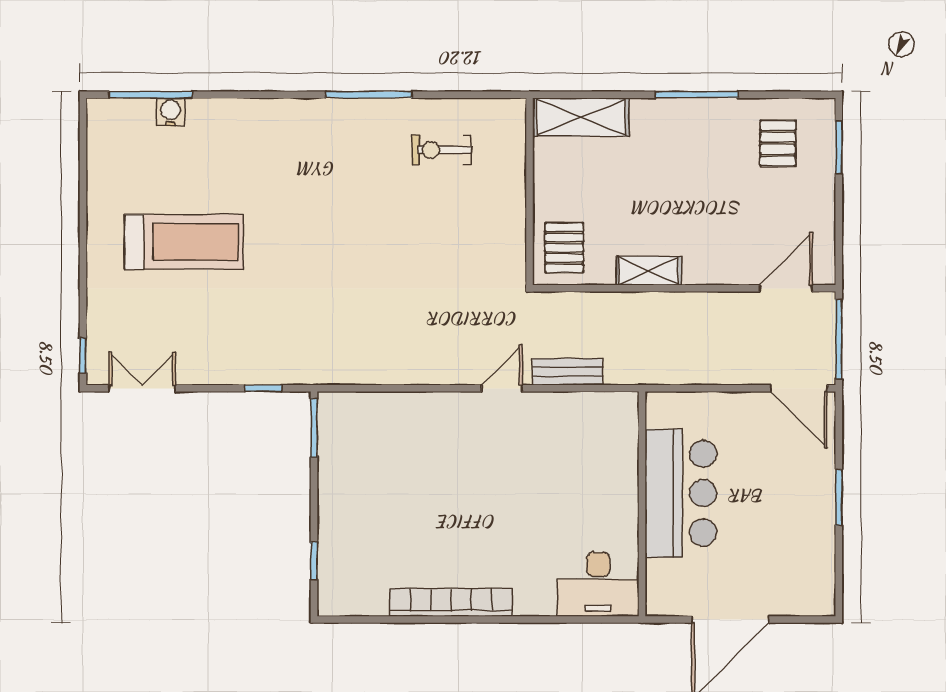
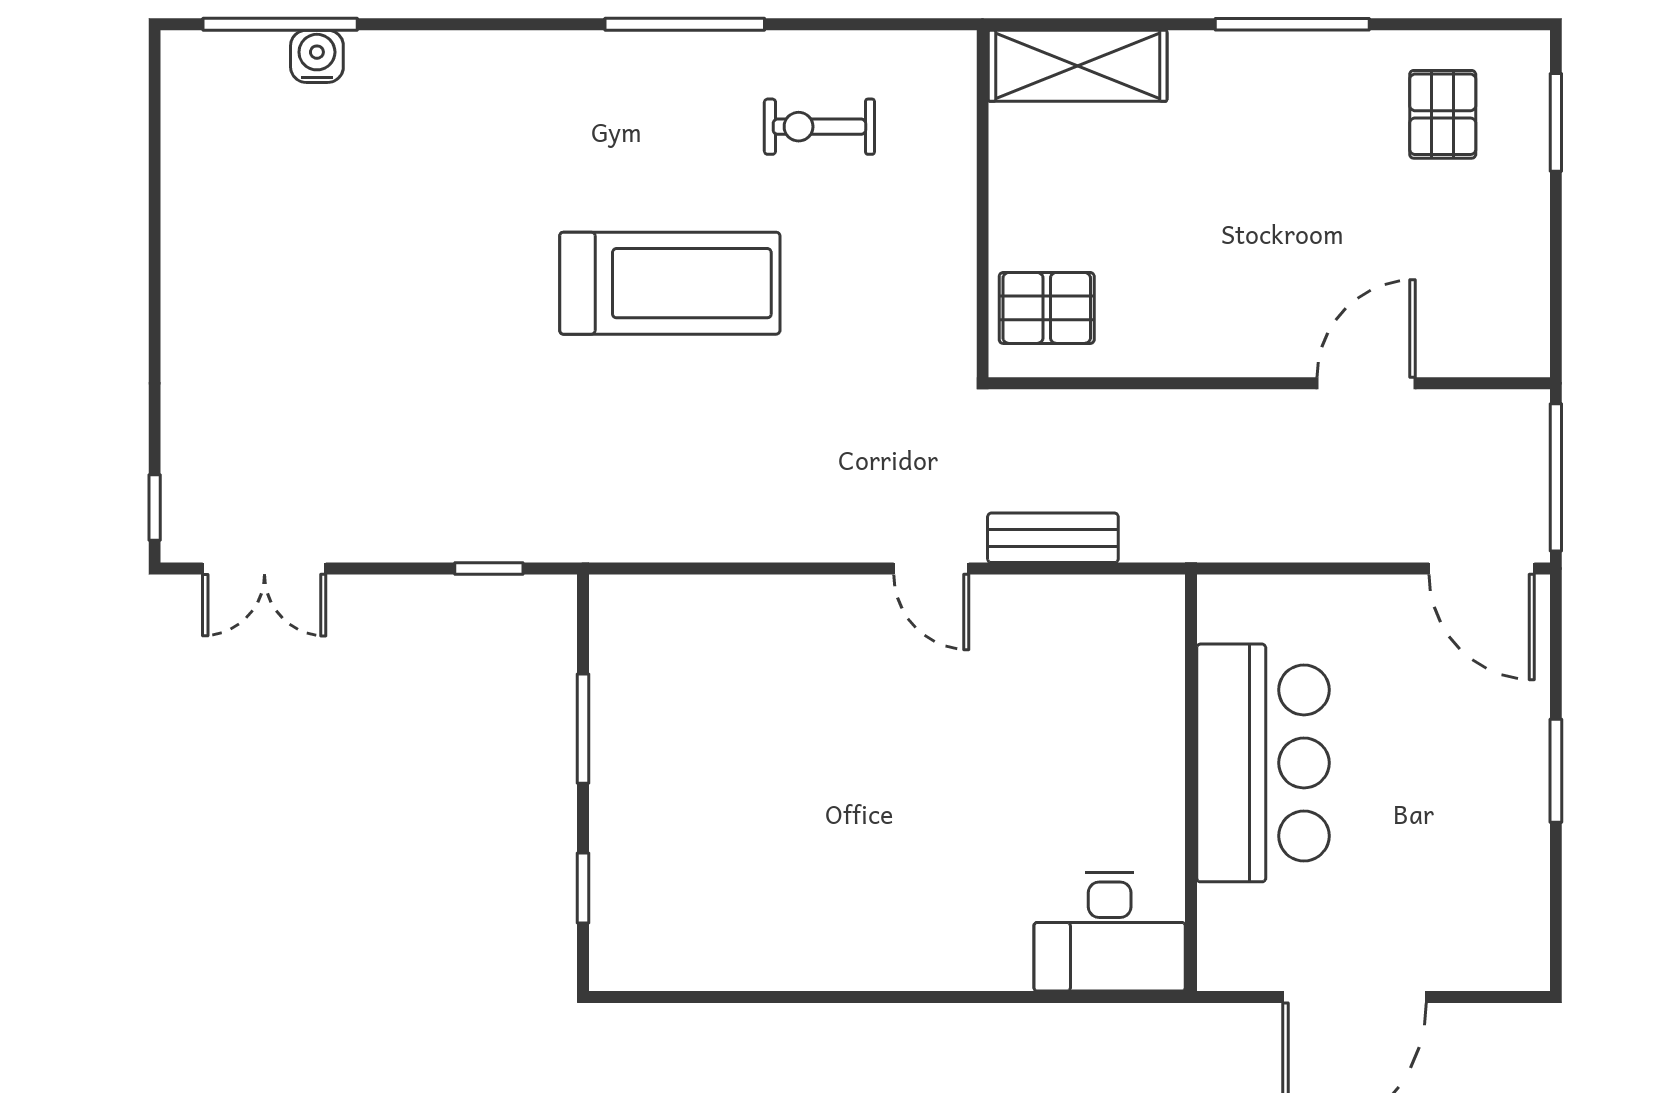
treadmill: (184, 242) -> (670, 283), moved
pallet: (564, 248) -> (1047, 308), turned 90
shelving: (649, 271) -> (1203, 351), removed
door: (786, 288) -> (1366, 383), moved
double door: (142, 388) -> (264, 569), swing flipped
door: (502, 388) -> (931, 569), swing flipped
window: (314, 428) -> (583, 729), moved
bookcase: (451, 602) -> (837, 965), removed

